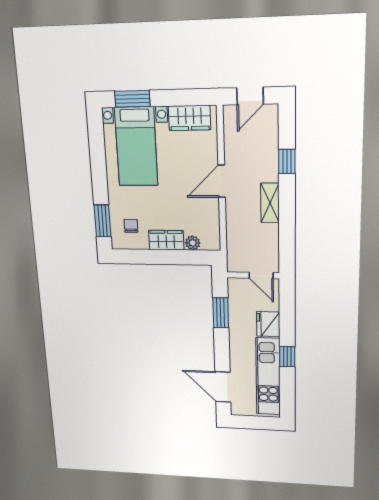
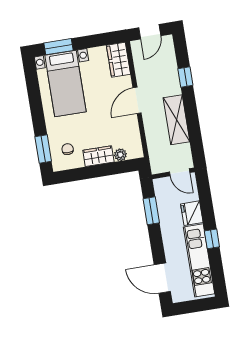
wardrobe: (190, 118) -> (118, 60), moved, turned 90
shelving: (270, 203) -> (176, 120), width x1.50, depth x1.33

